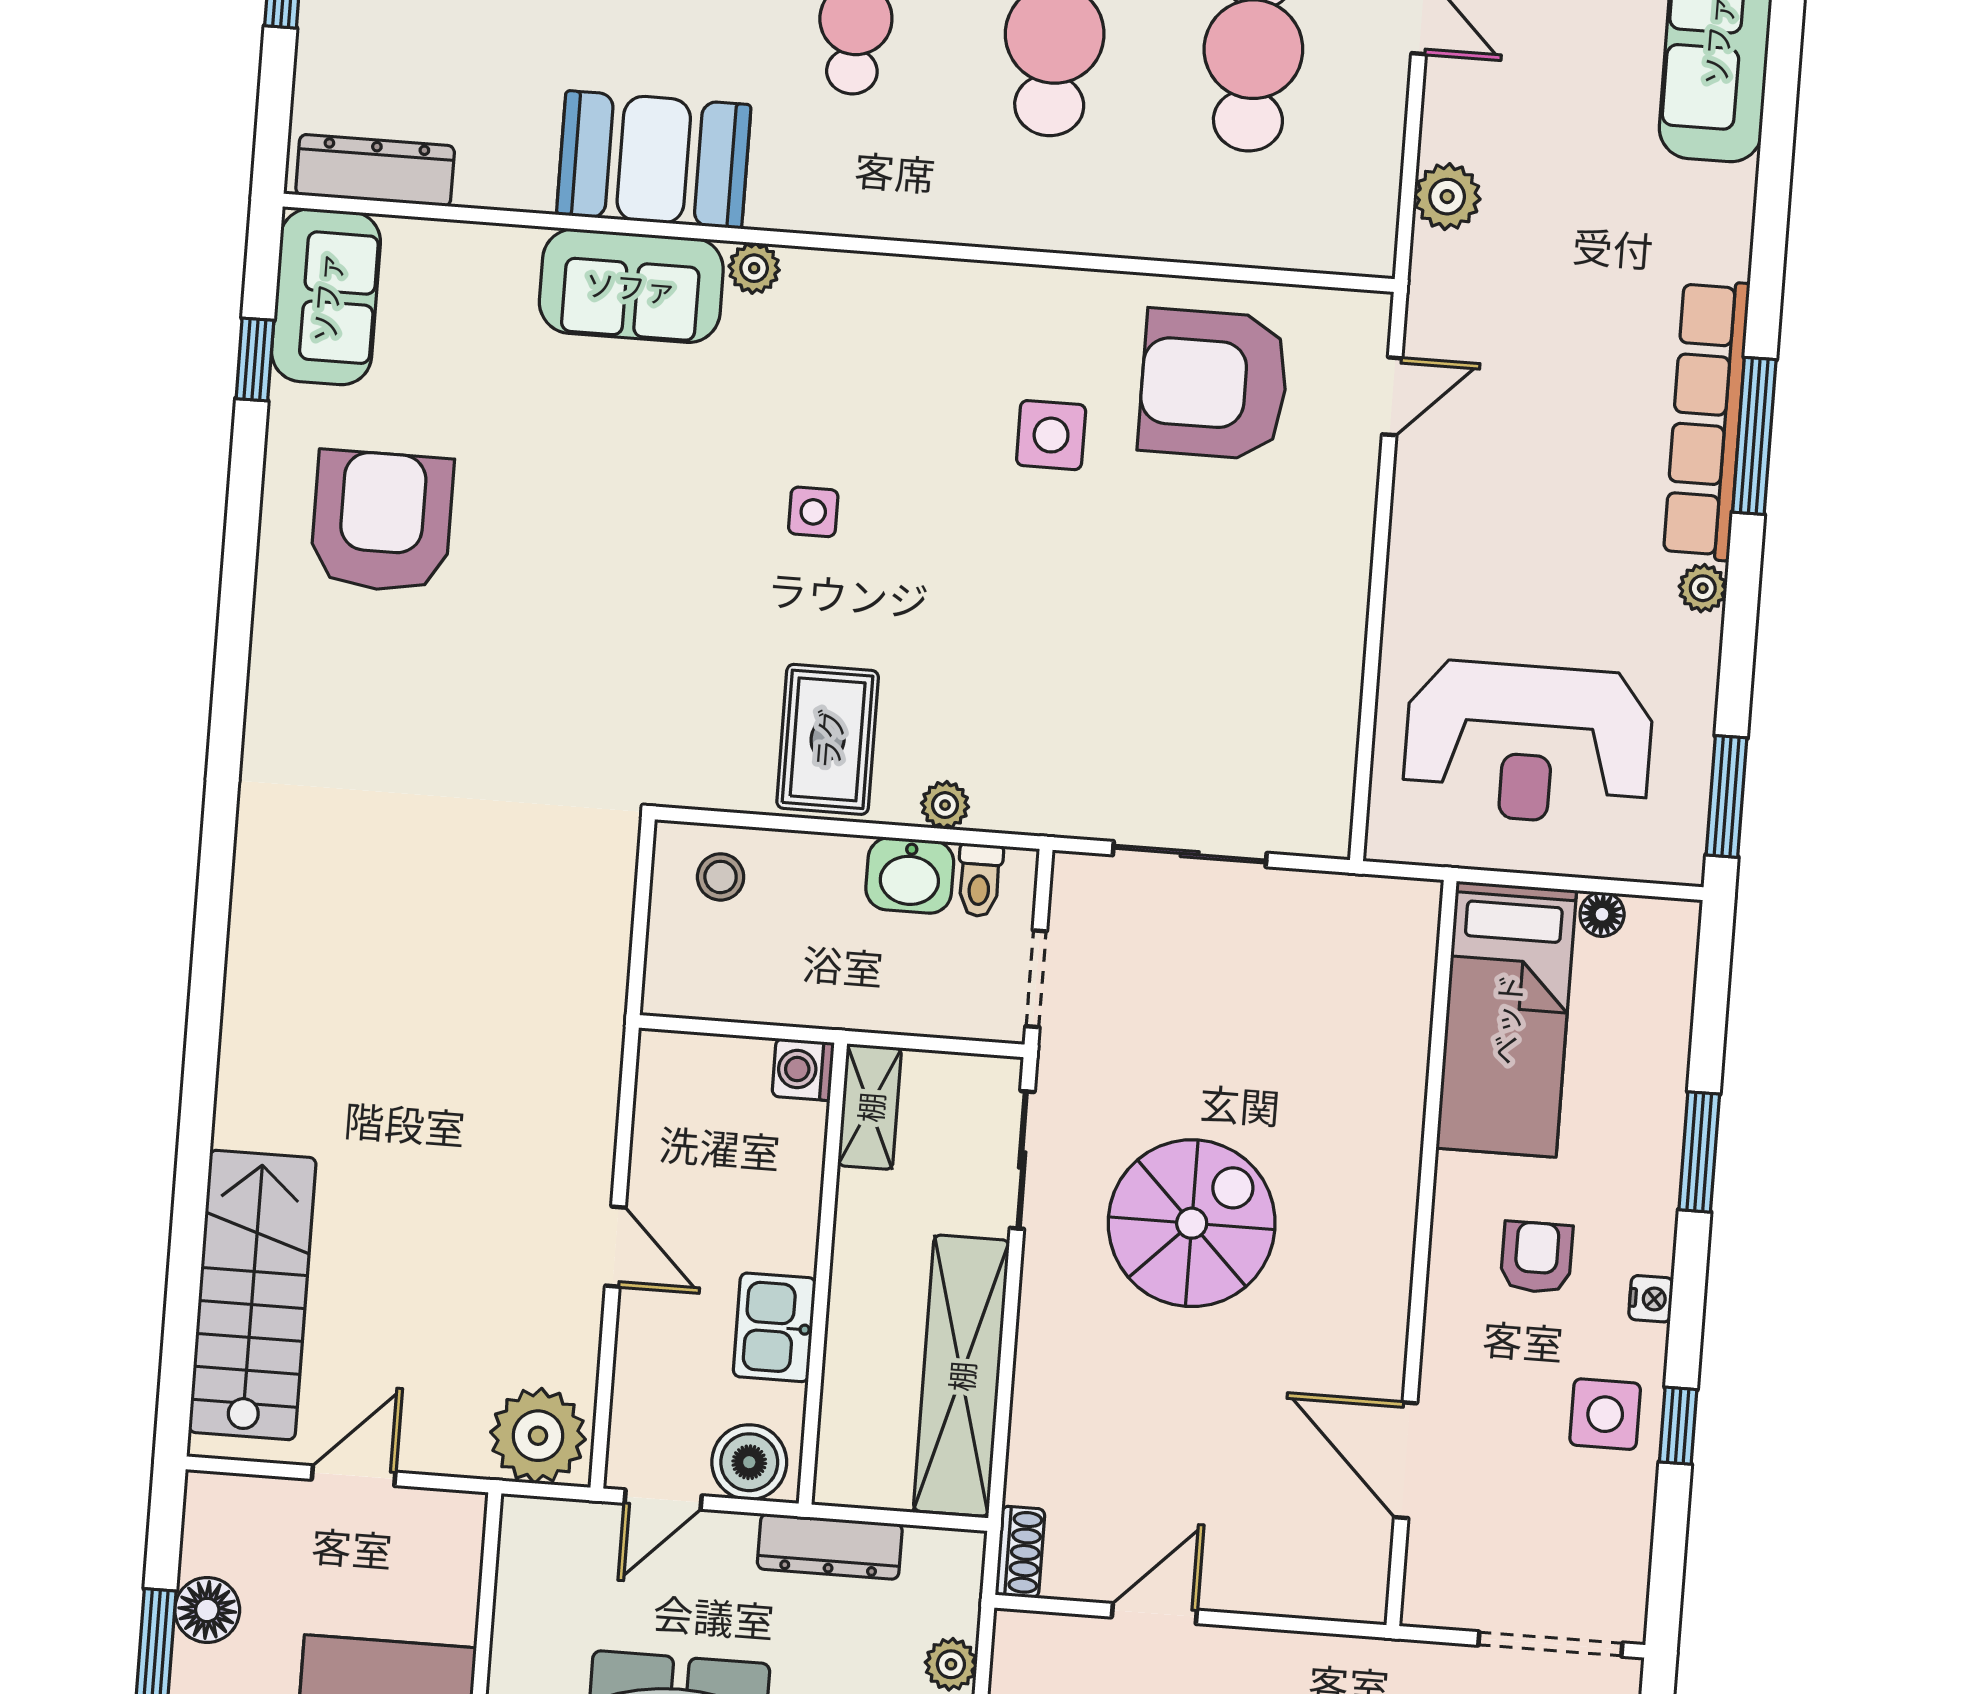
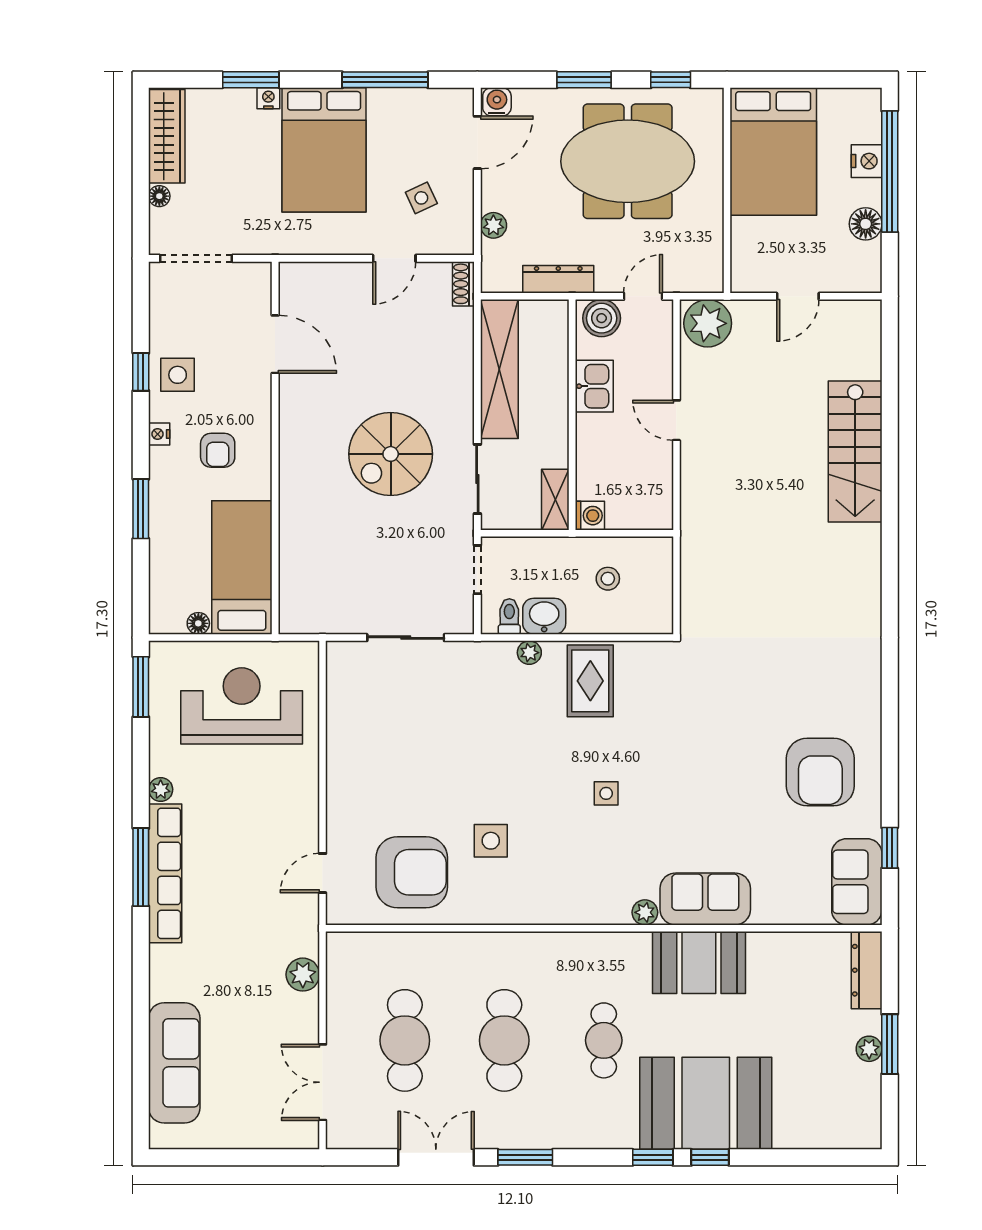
dresser: (375, 170) -> (867, 970), moved, turned 90
stool: (721, 877) -> (608, 579), moved
stairs: (252, 1295) -> (855, 451), moved

